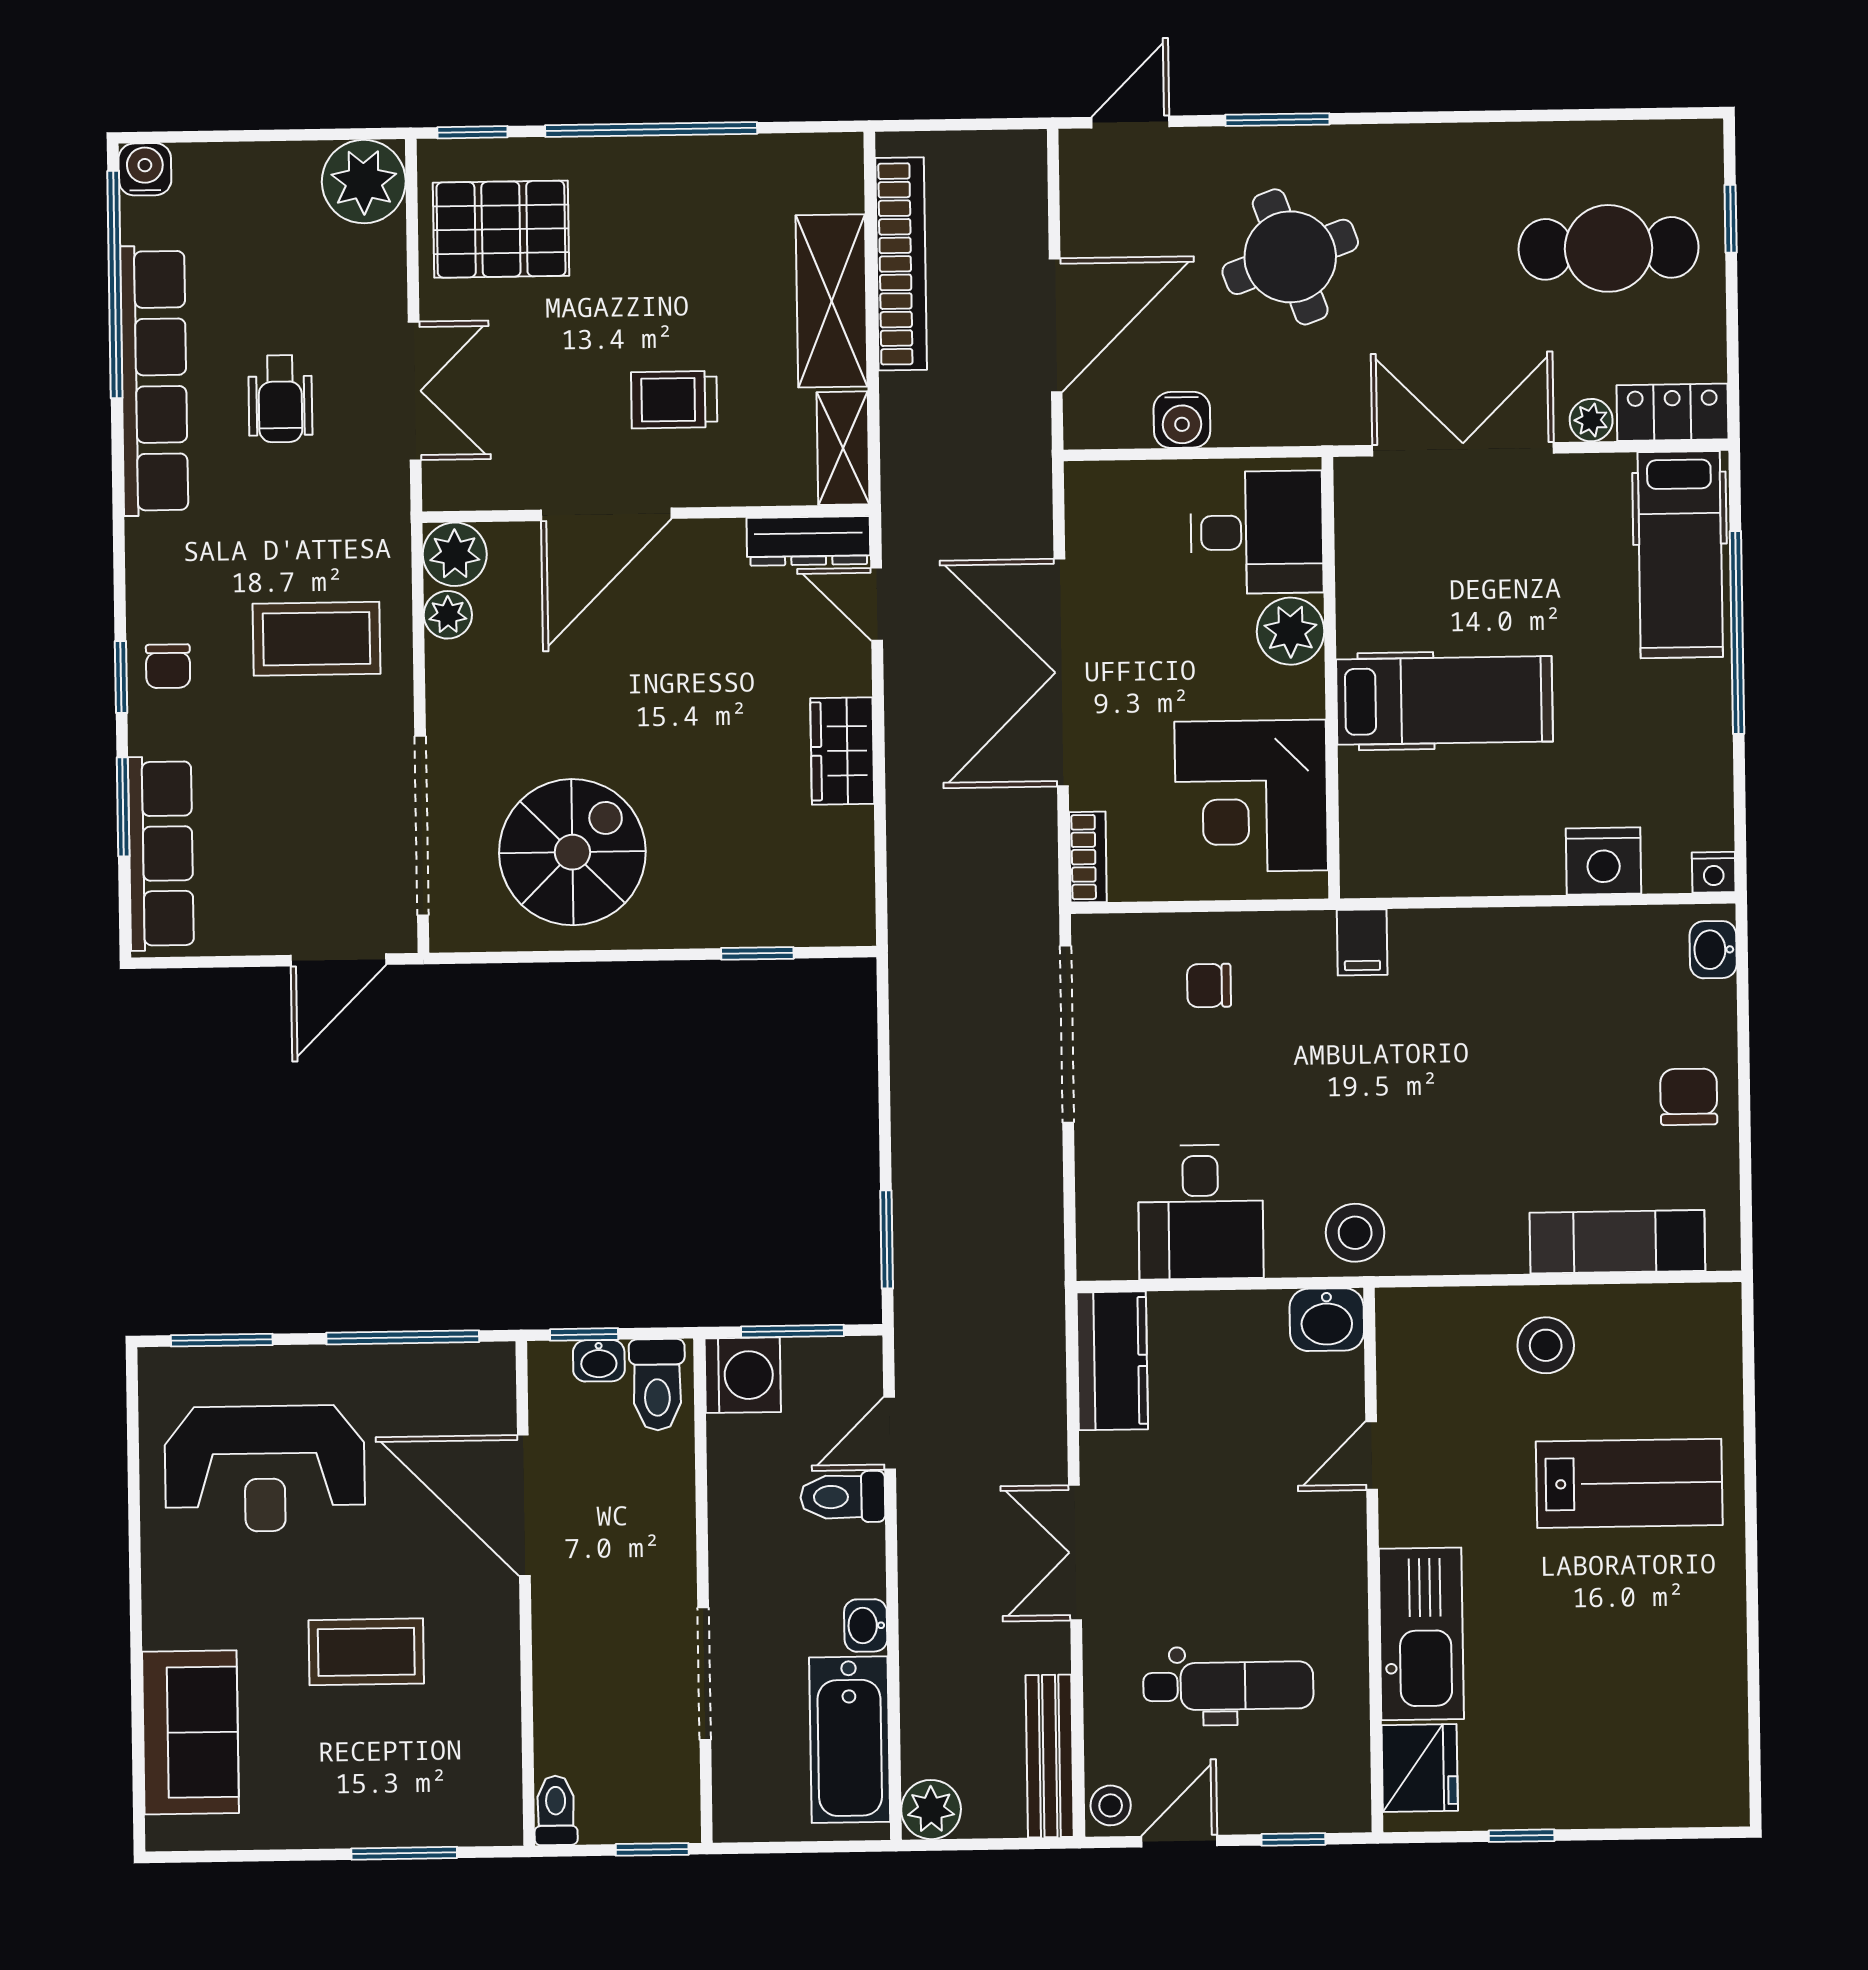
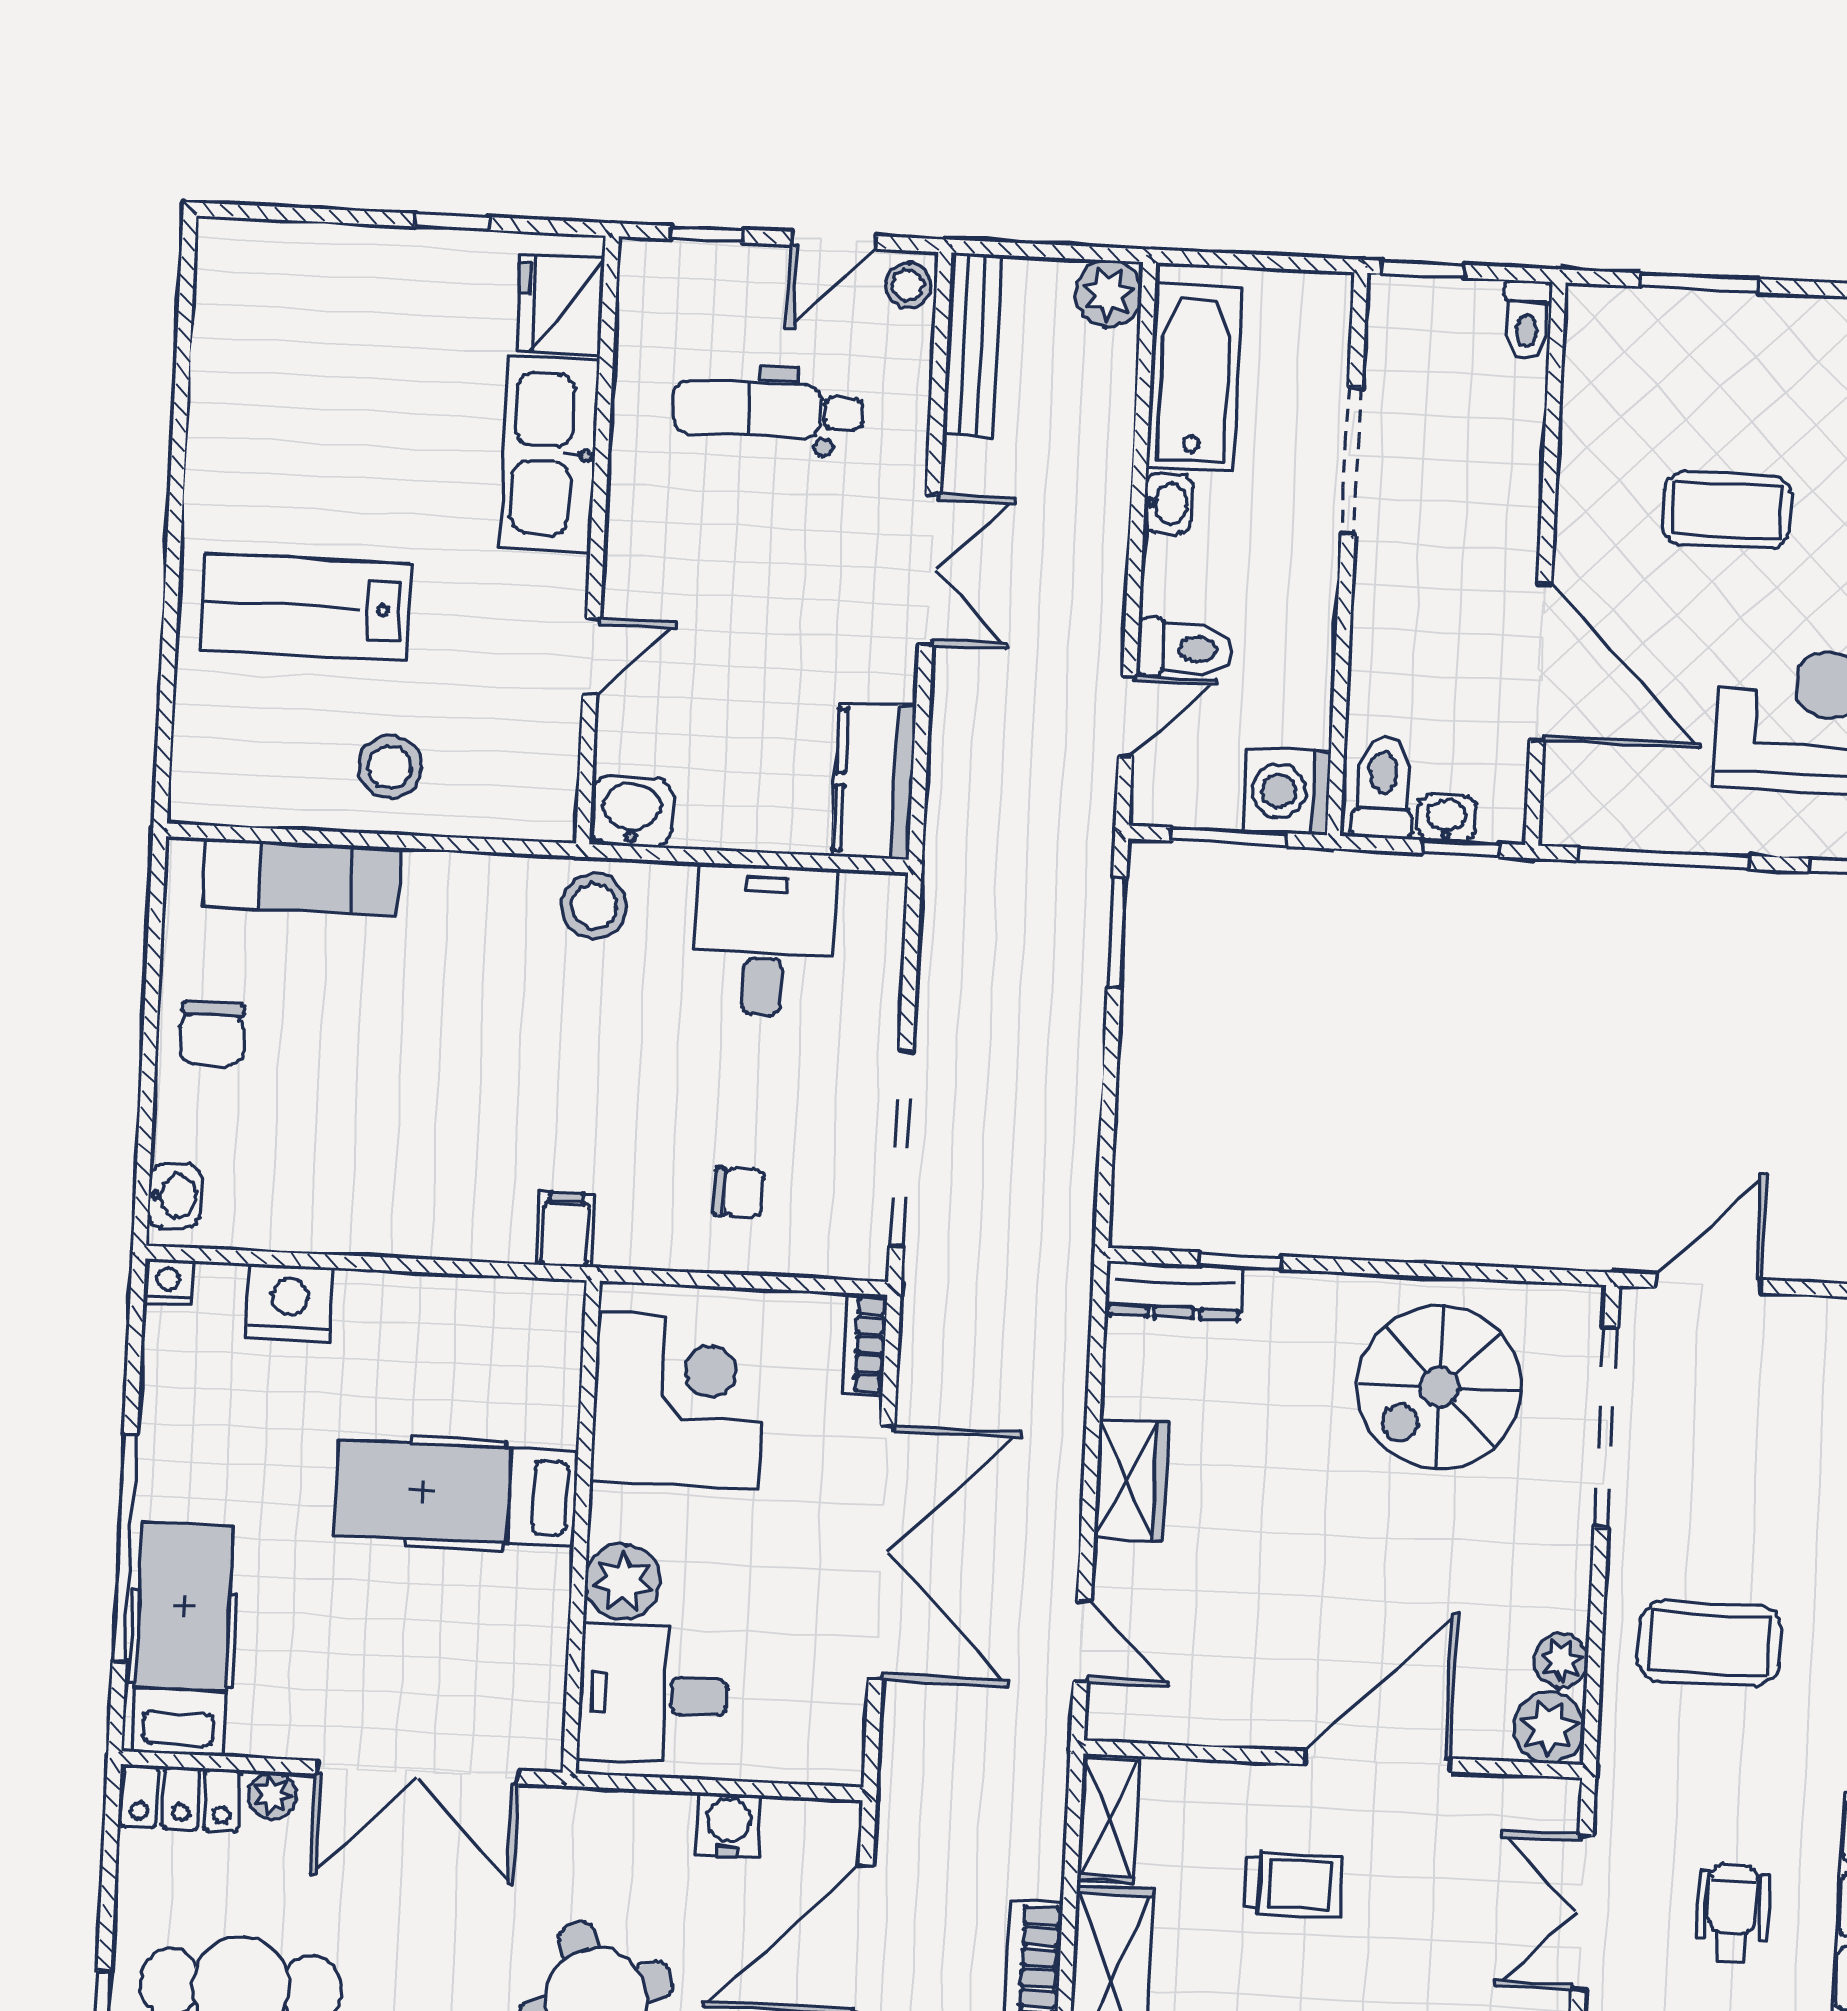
dresser: (808, 541) -> (1175, 1291), moved, turned 180

